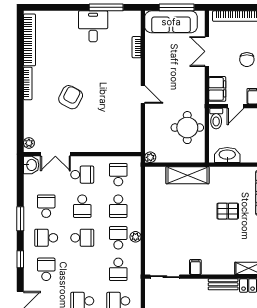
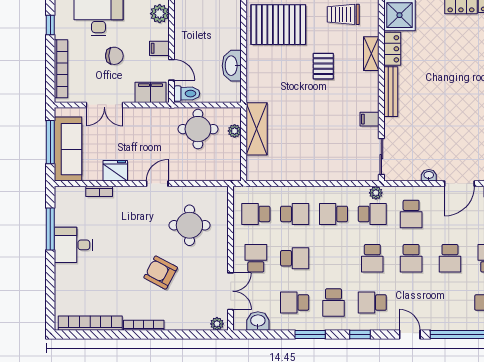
fridge: (153, 60) -> (115, 171), added
round table: (109, 121) -> (189, 225), added
washbasin: (227, 155) -> (232, 66), moved
plant: (150, 157) -> (235, 131), moved
washbasin: (31, 165) -> (258, 321), moved
pallet: (228, 211) -> (323, 66), moved
plant: (135, 237) -> (376, 193), moved
school desk: (82, 238) -> (372, 258), moved, turned 180
bench: (223, 284) -> (391, 92), width x1.36

